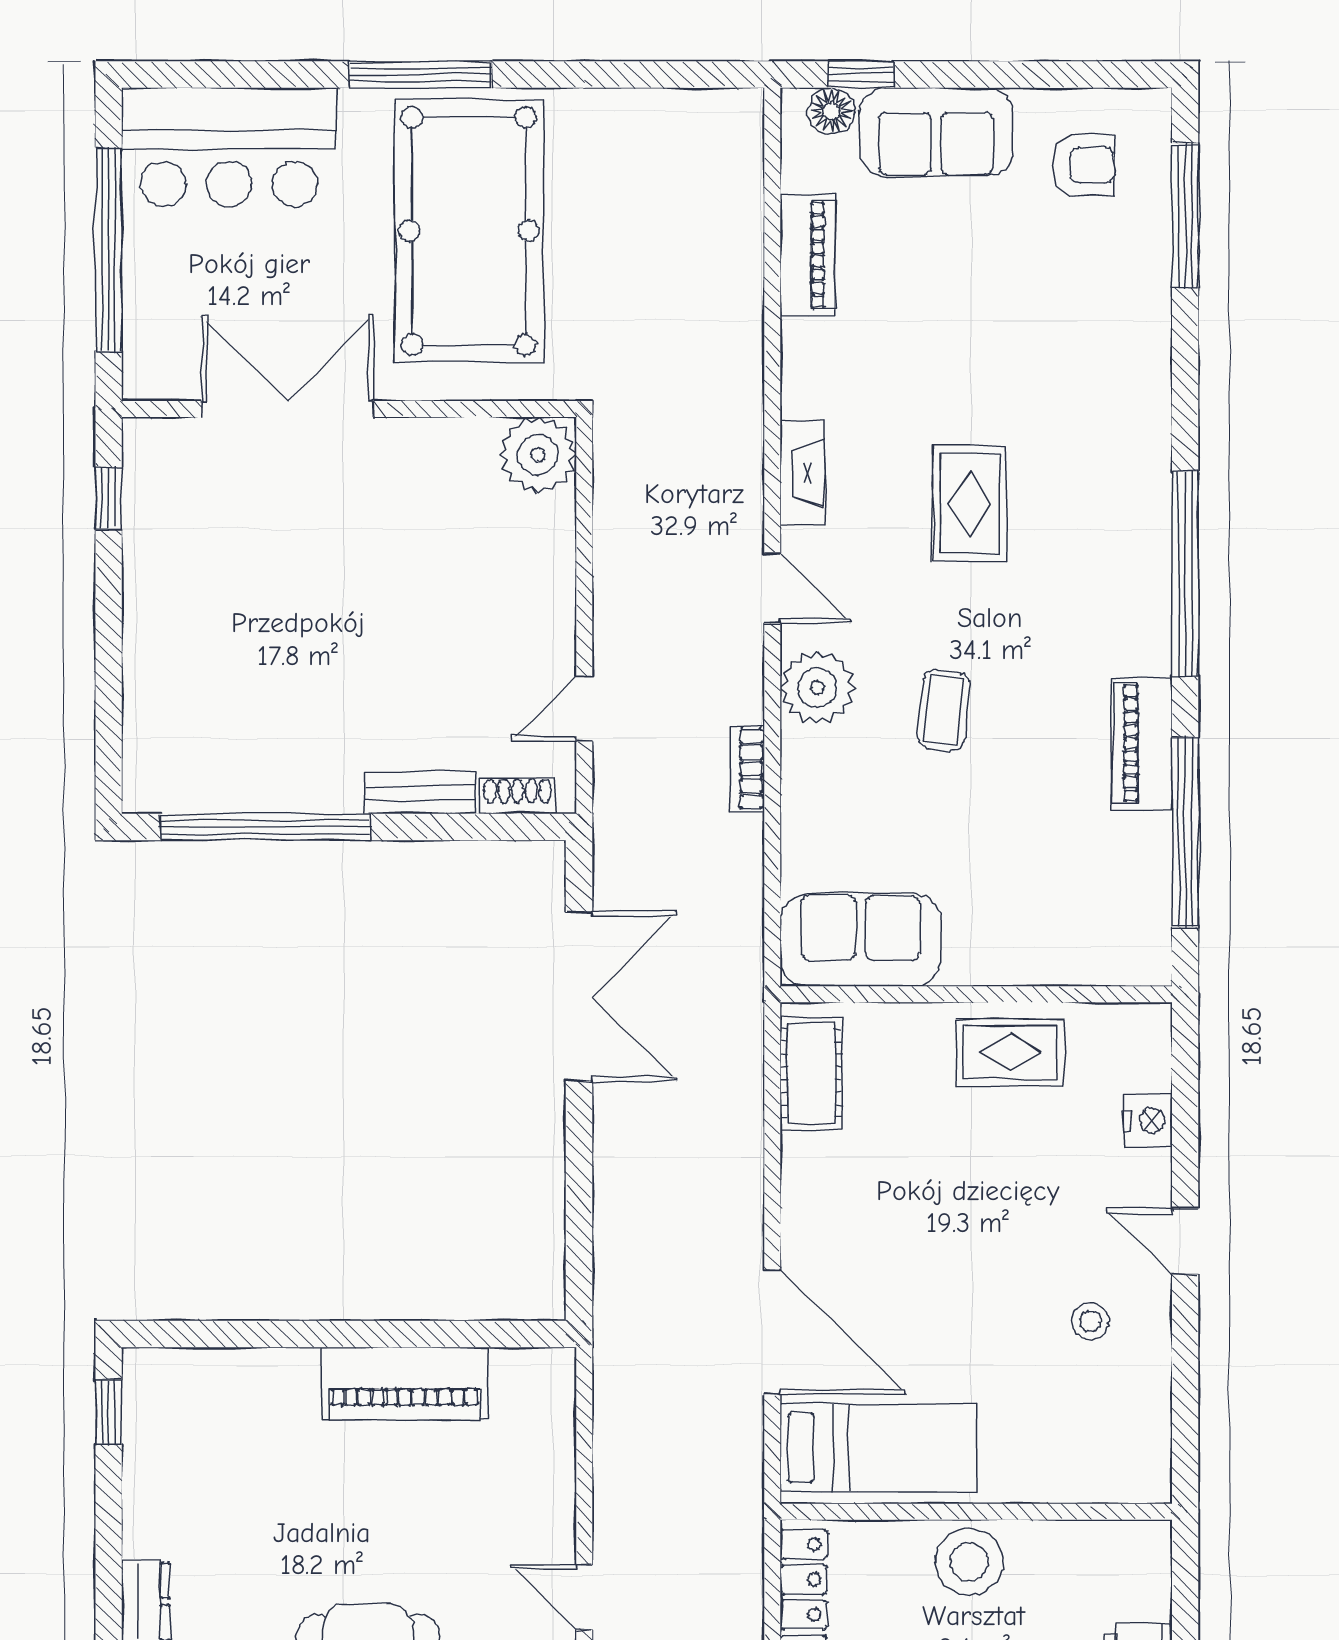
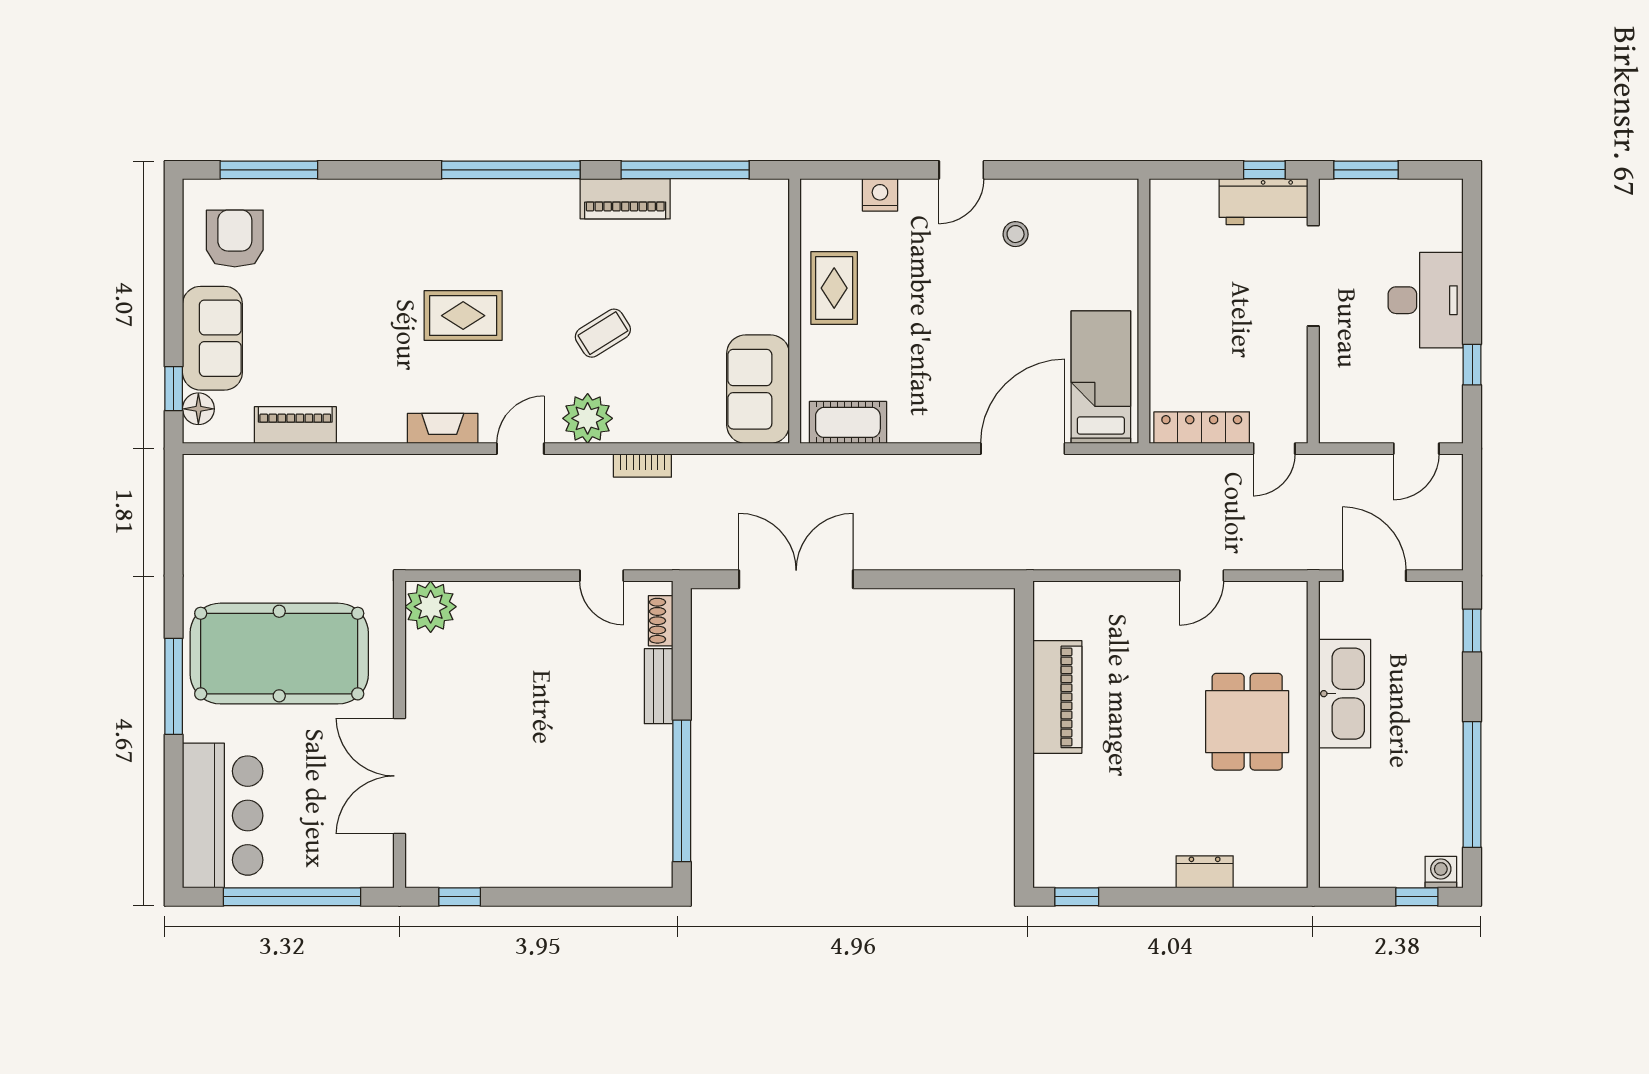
armchair: (1084, 165) -> (235, 239), width x1.38, depth x1.38
coffee table: (943, 710) -> (603, 333), turned -38
stool: (969, 1562) -> (1178, 316), removed

